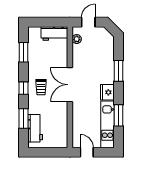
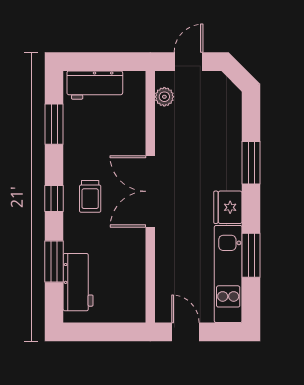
workbench: (54, 33) -> (95, 85), moved

